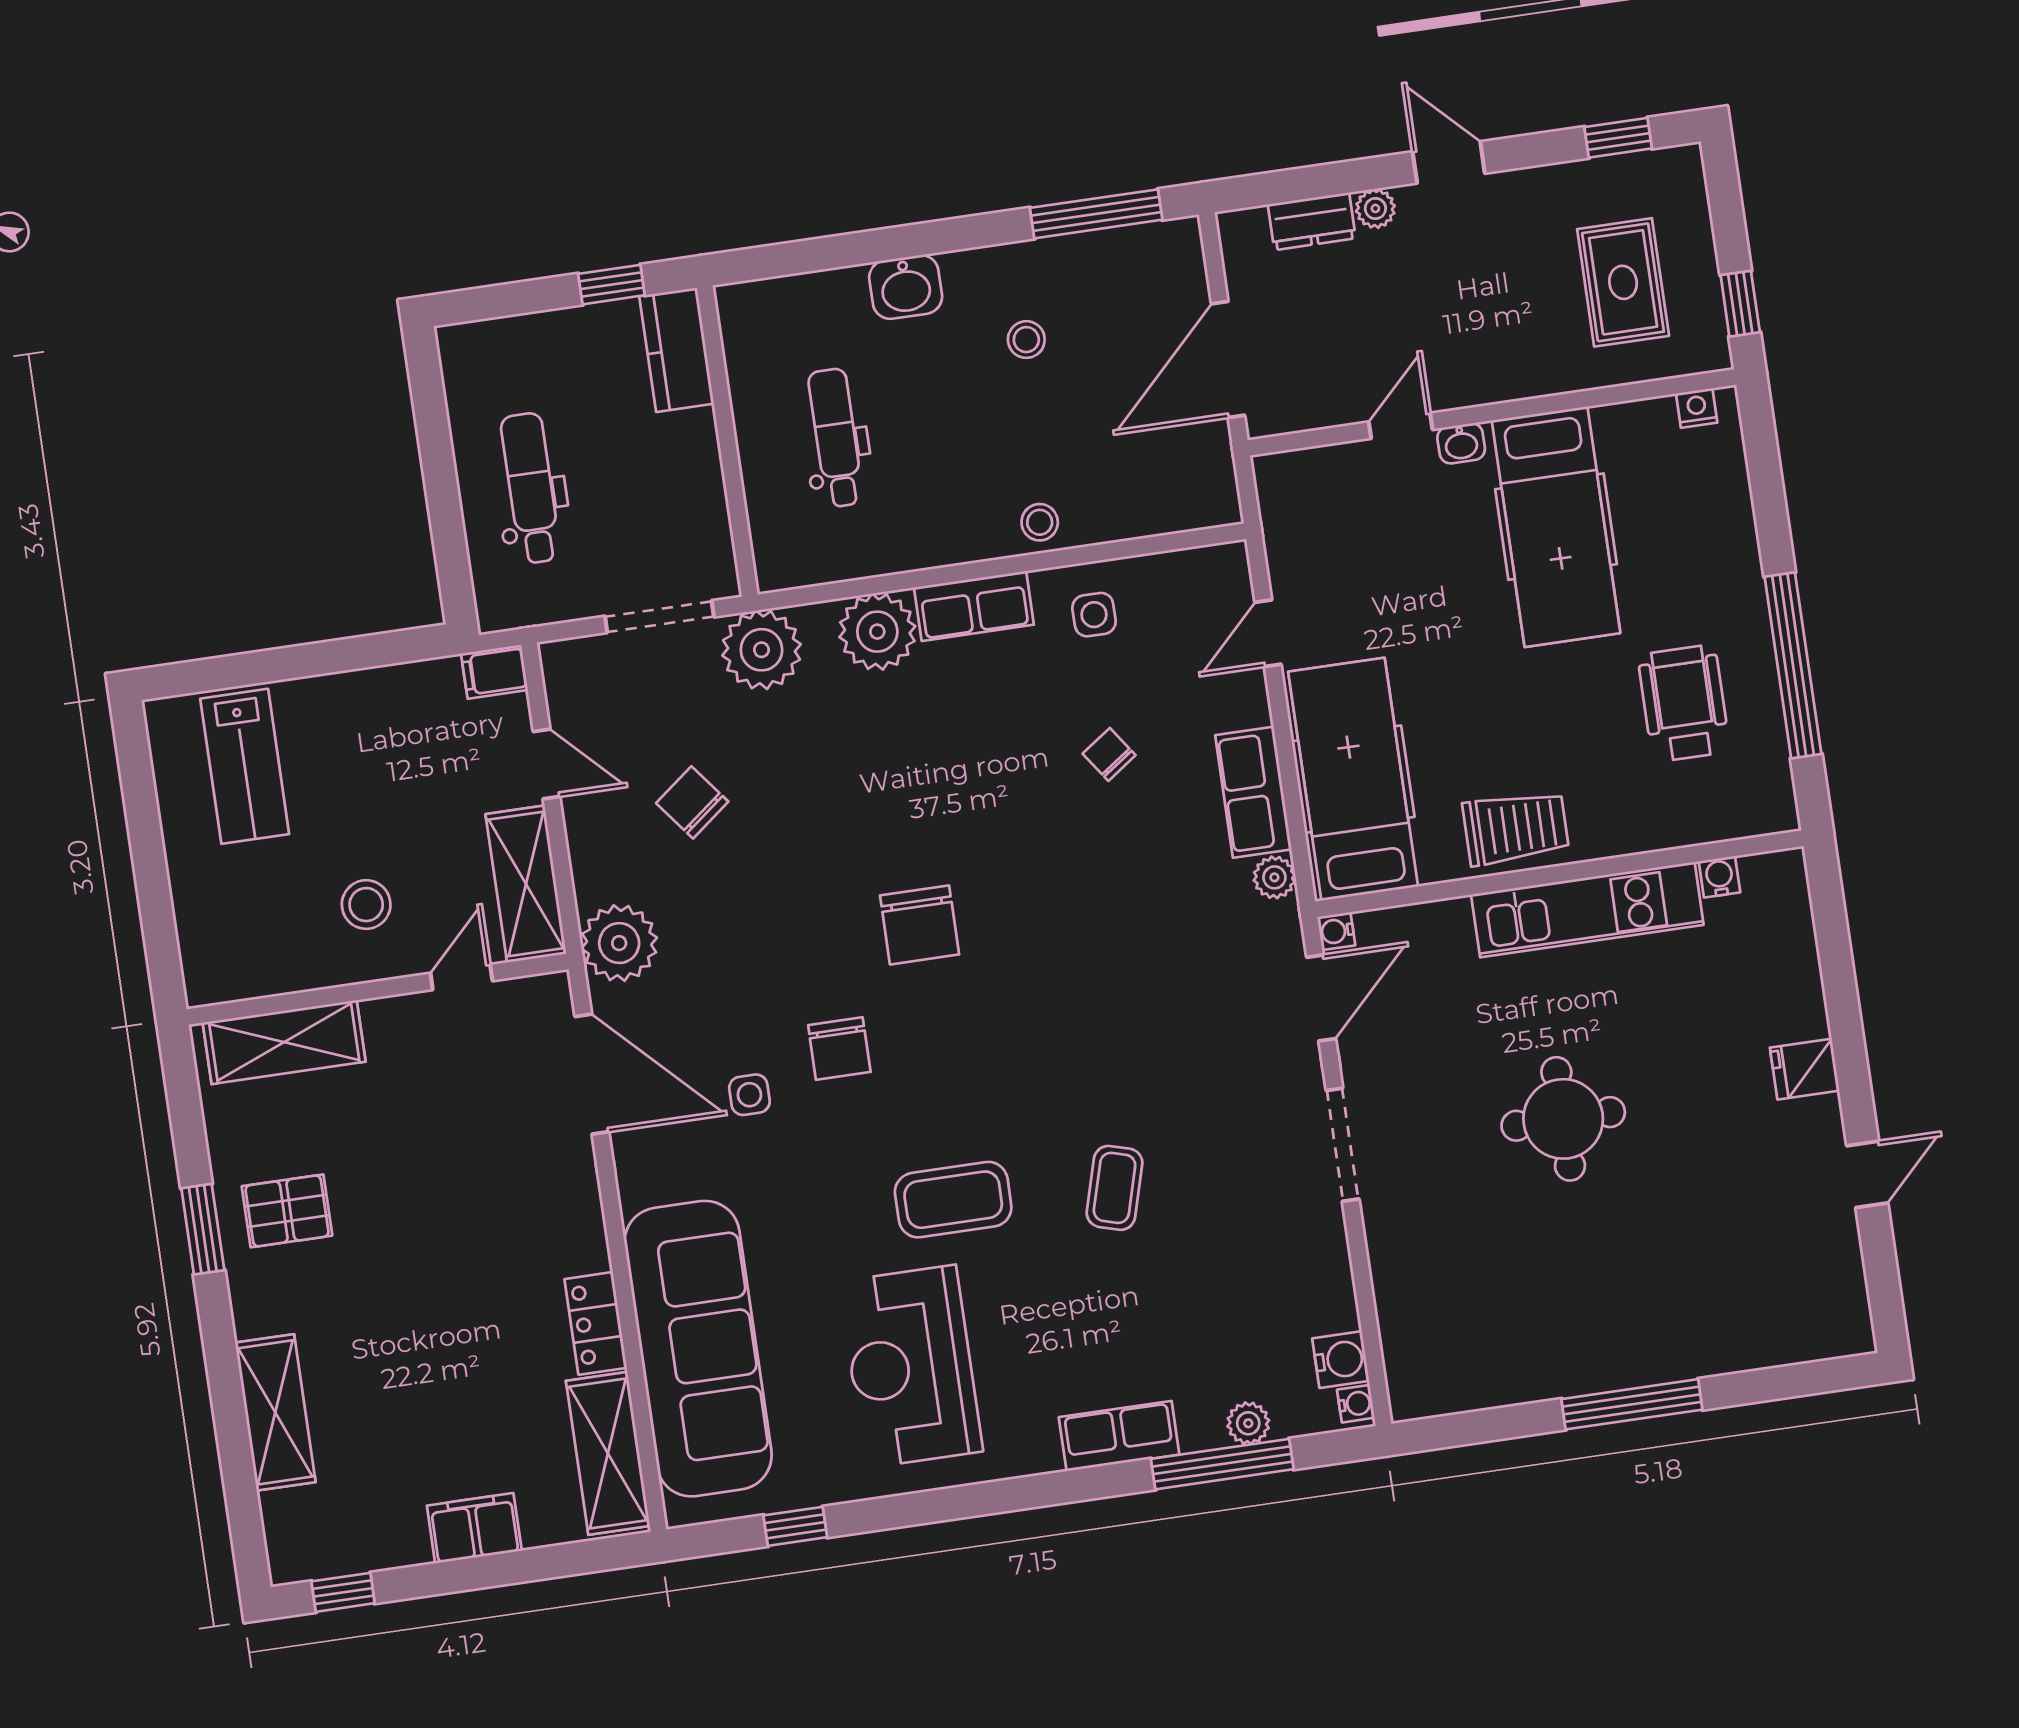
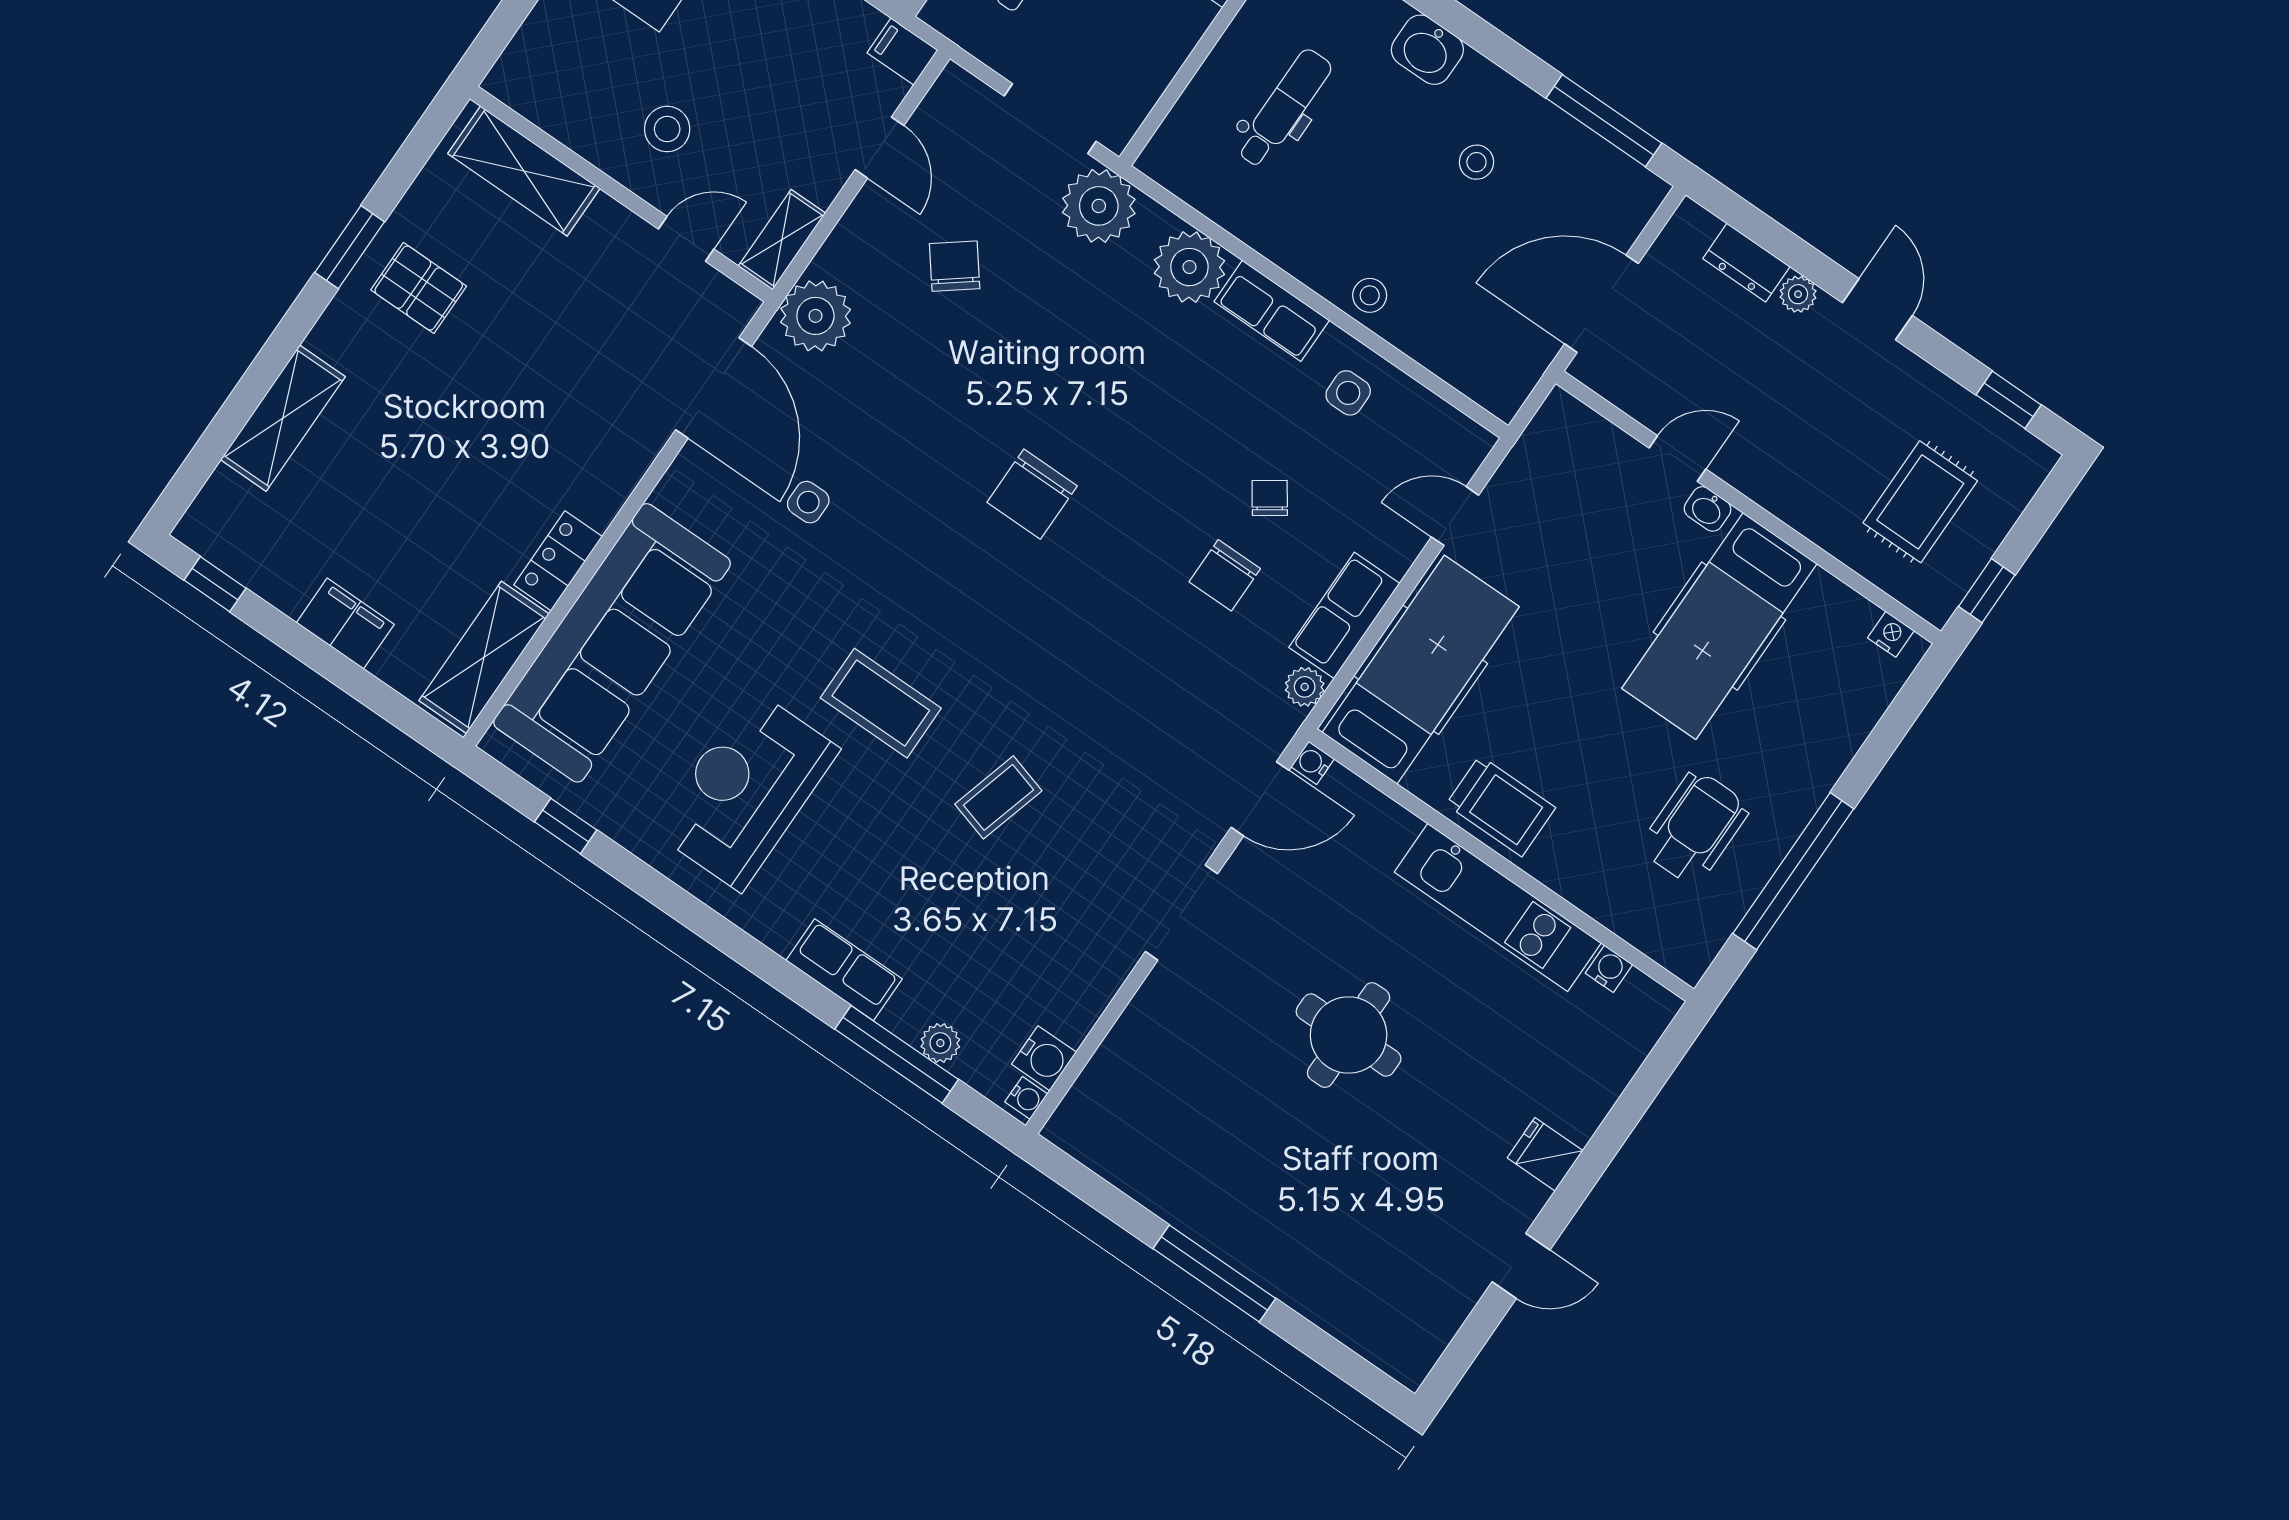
shelving: (526, 884) -> (782, 240), width x0.67, depth x0.75
chair: (839, 1049) -> (1225, 575), moved

